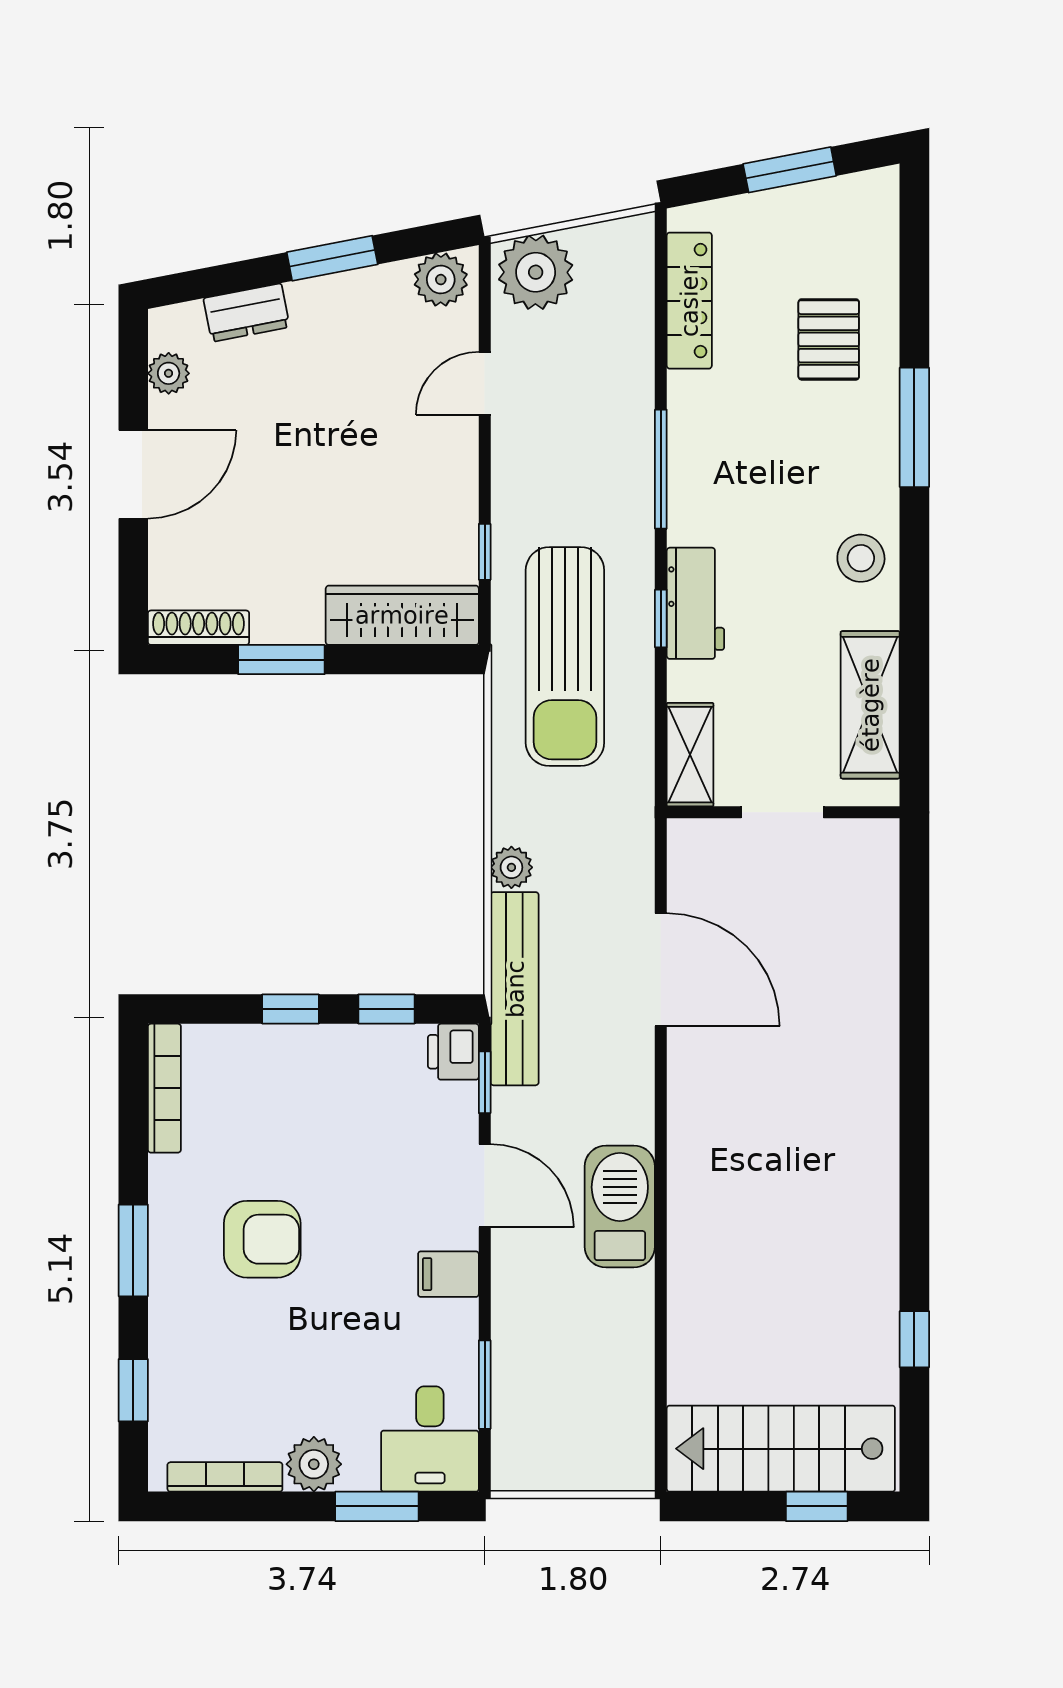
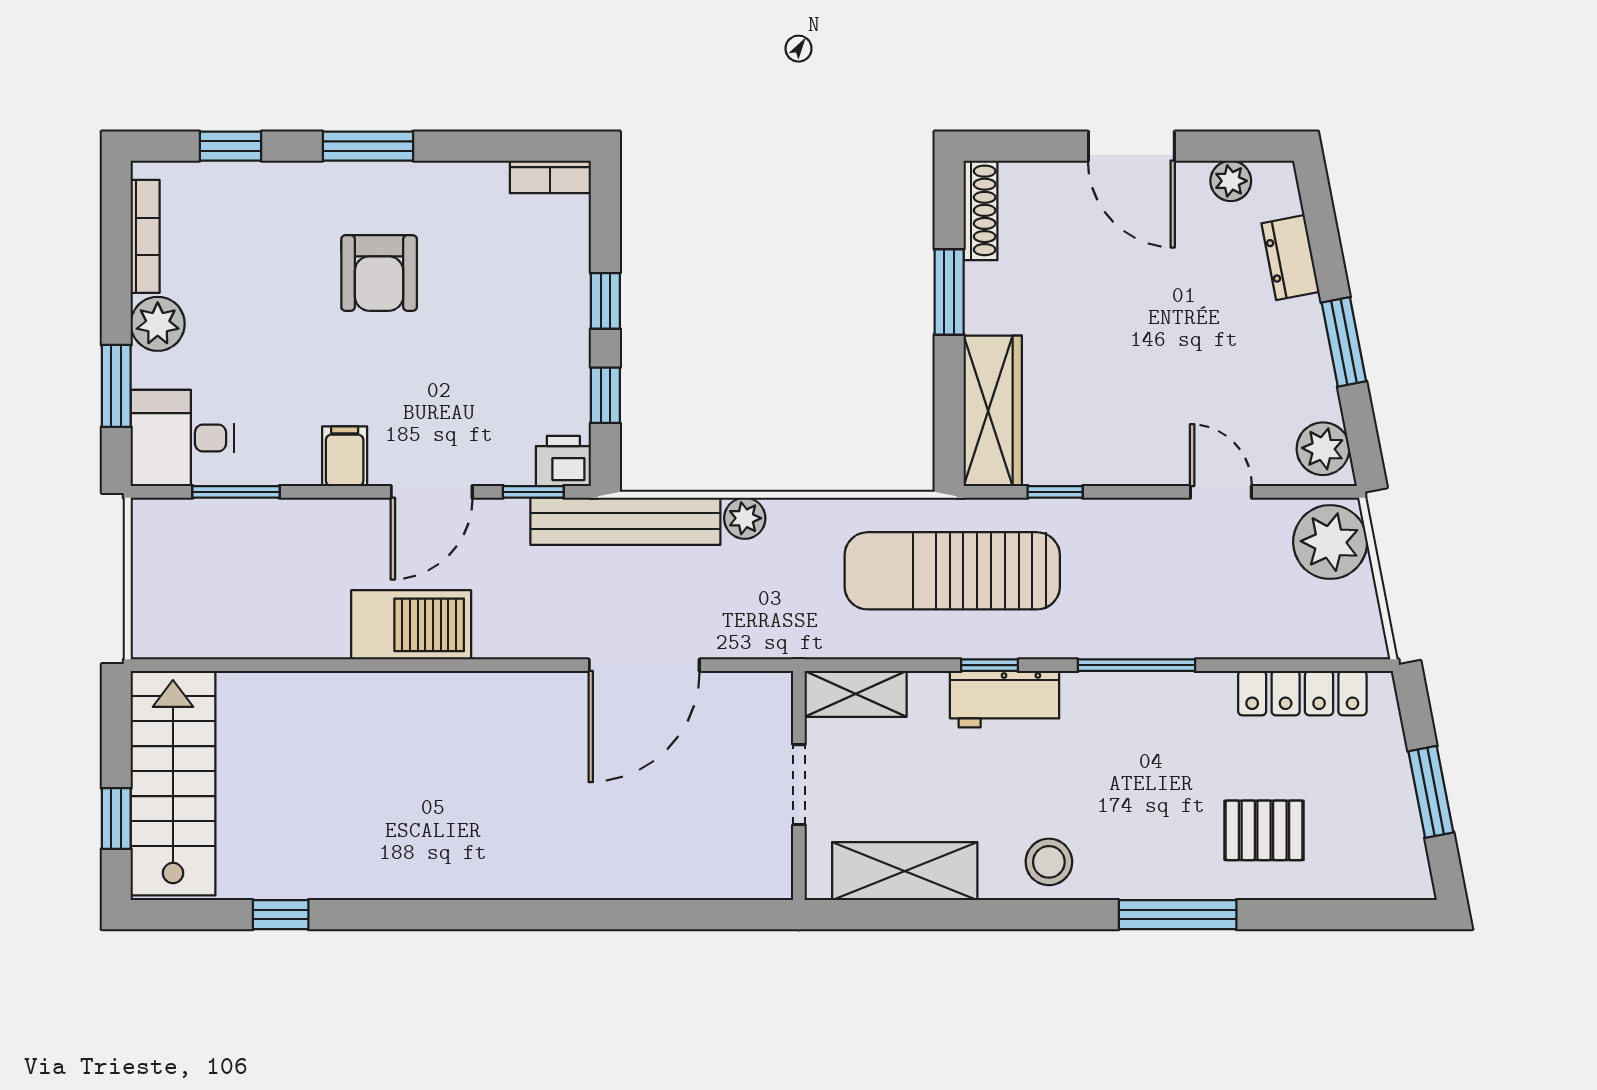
bookcase: (164, 1088) -> (550, 177), width x0.64

